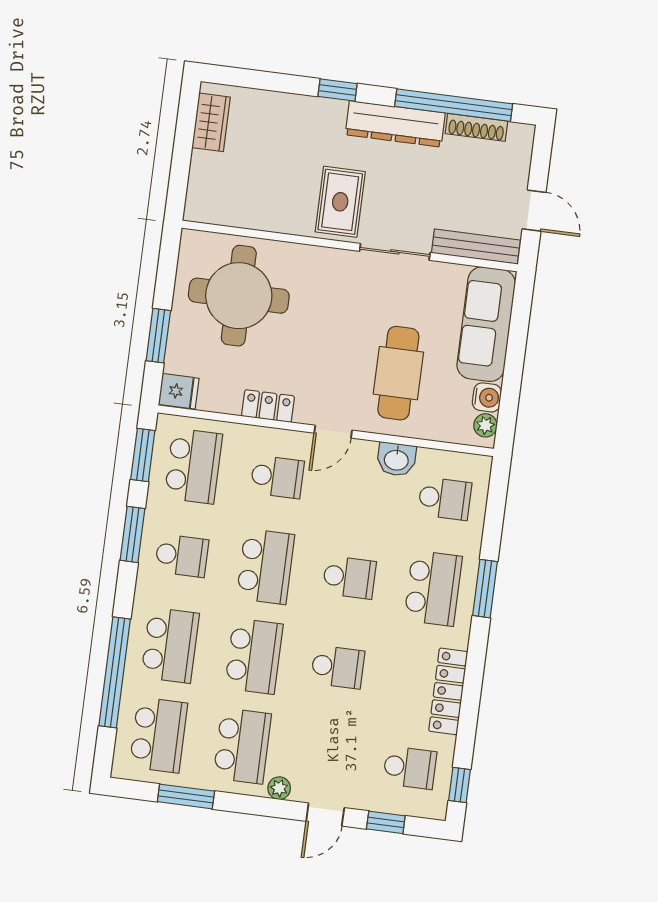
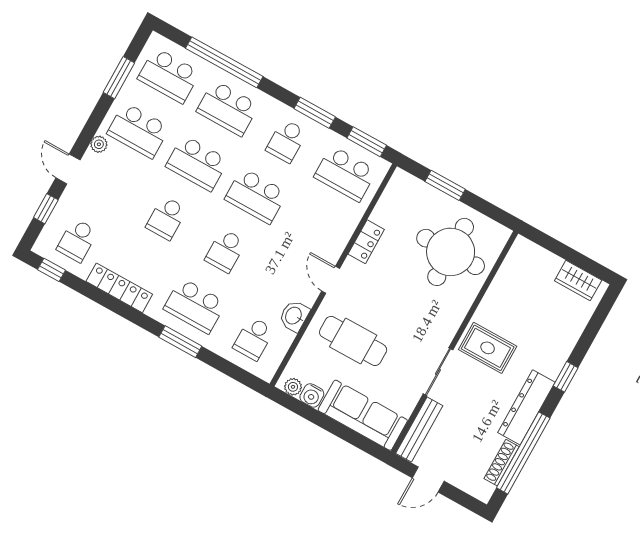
fridge: (179, 391) -> (401, 184), removed
school desk: (277, 477) -> (315, 229), removed

